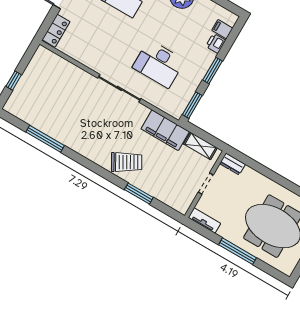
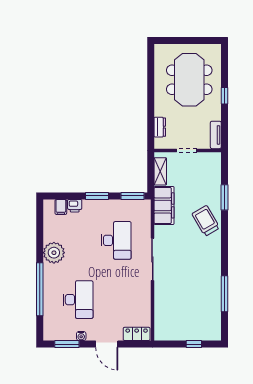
dresser: (232, 164) -> (160, 127), moved
window: (237, 251) -> (224, 96), width x0.46

